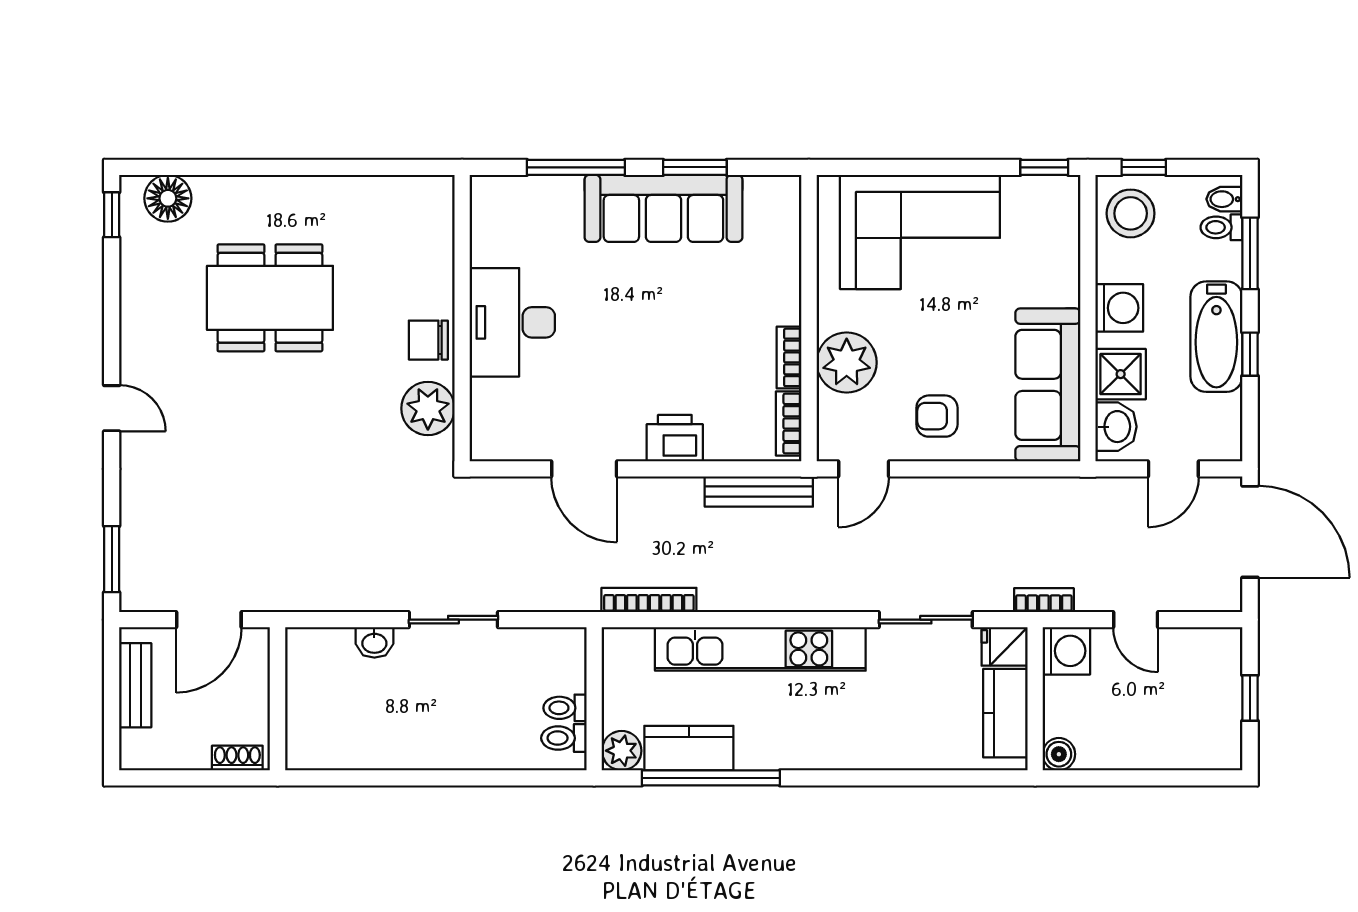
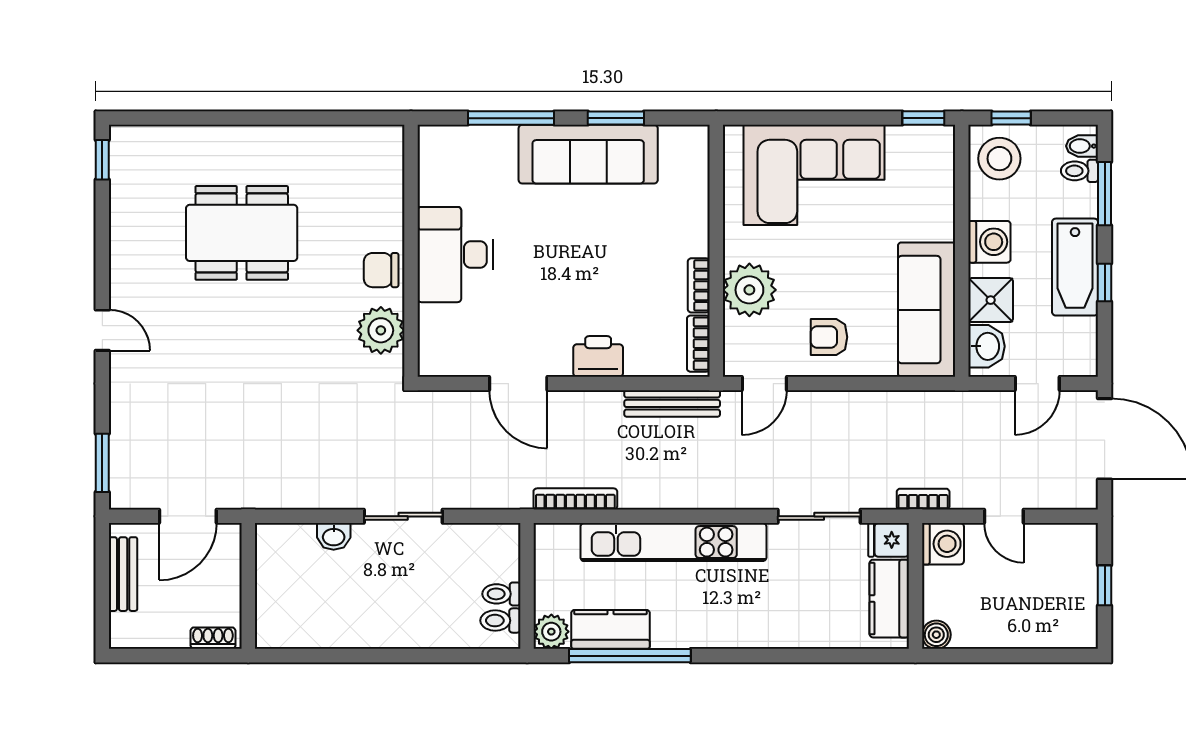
floor lamp: (168, 198) -> (152, 145), removed

